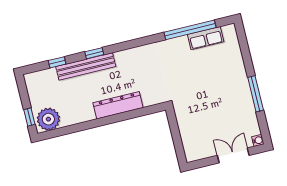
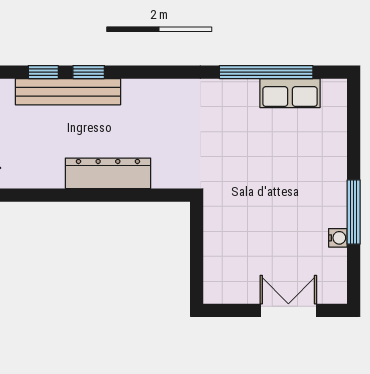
window: (57, 62) -> (43, 72), moved
water cooler: (258, 140) -> (338, 238), moved

